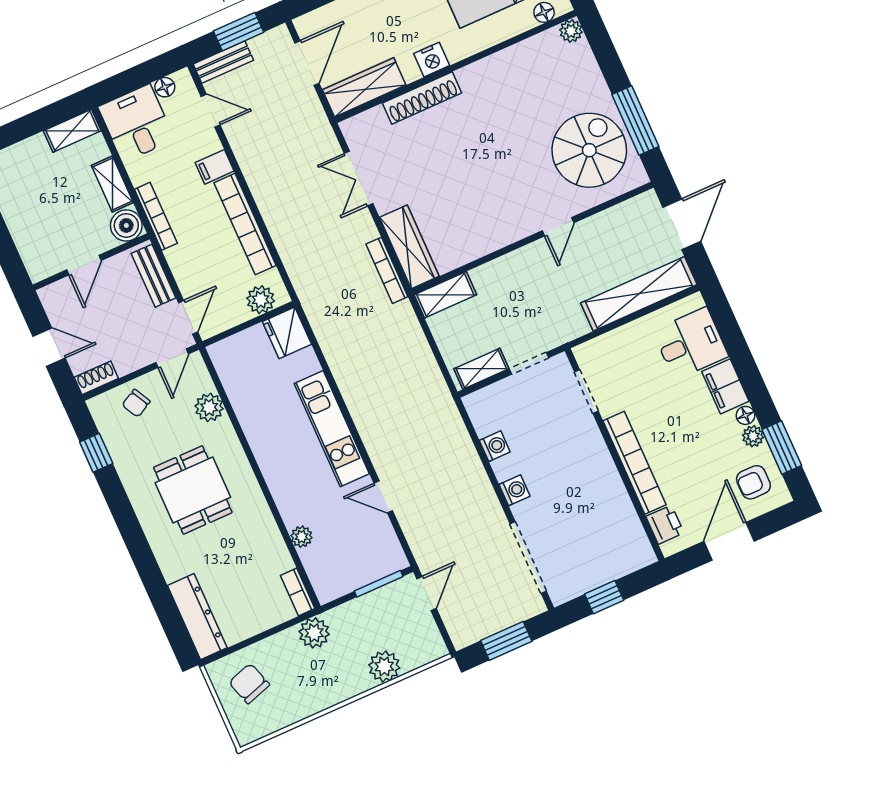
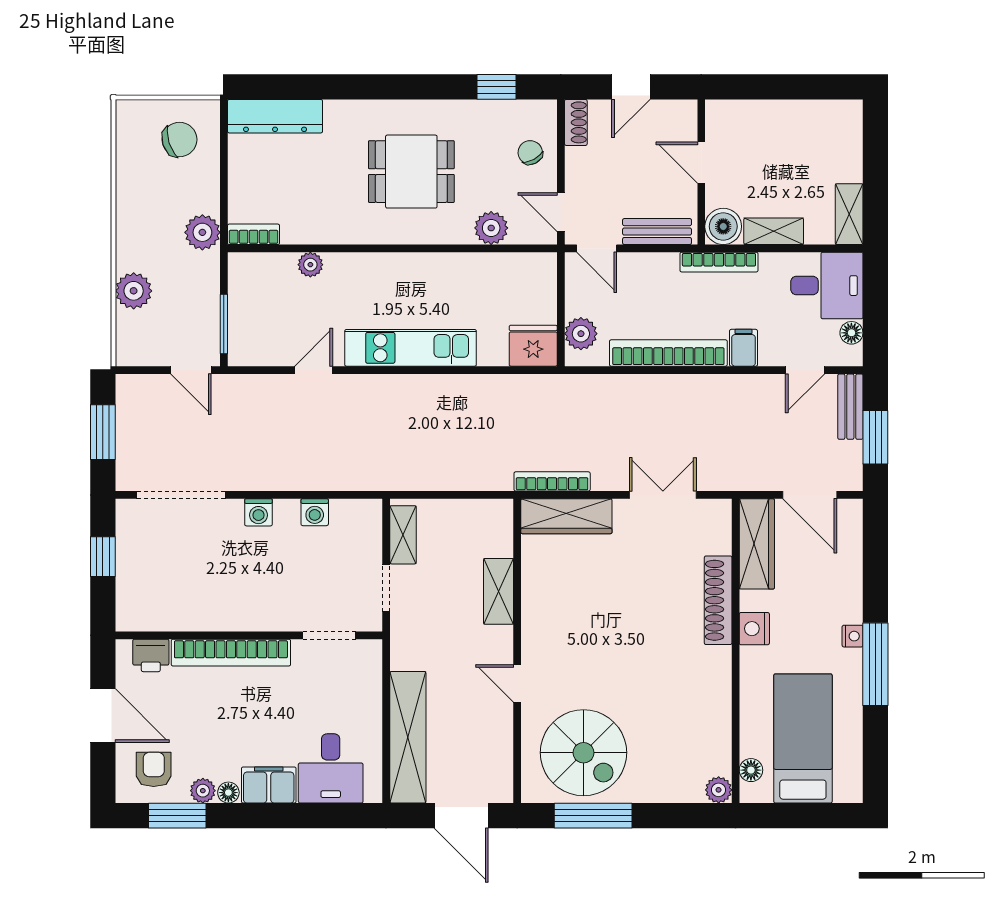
shelving: (445, 295) -> (499, 591), moved

